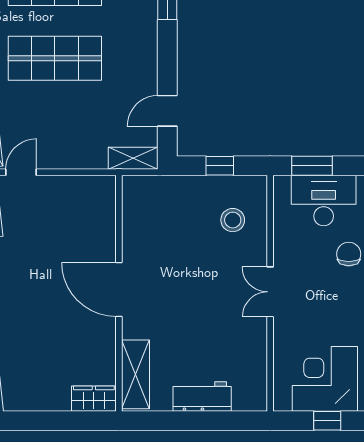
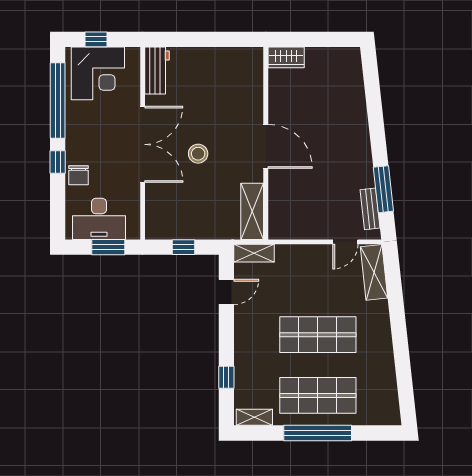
stool: (233, 220) -> (198, 154), moved
double door: (270, 292) -> (143, 144), width x1.87
shelving: (135, 374) -> (252, 211), moved
workbench: (202, 396) -> (157, 71), moved, turned -90

